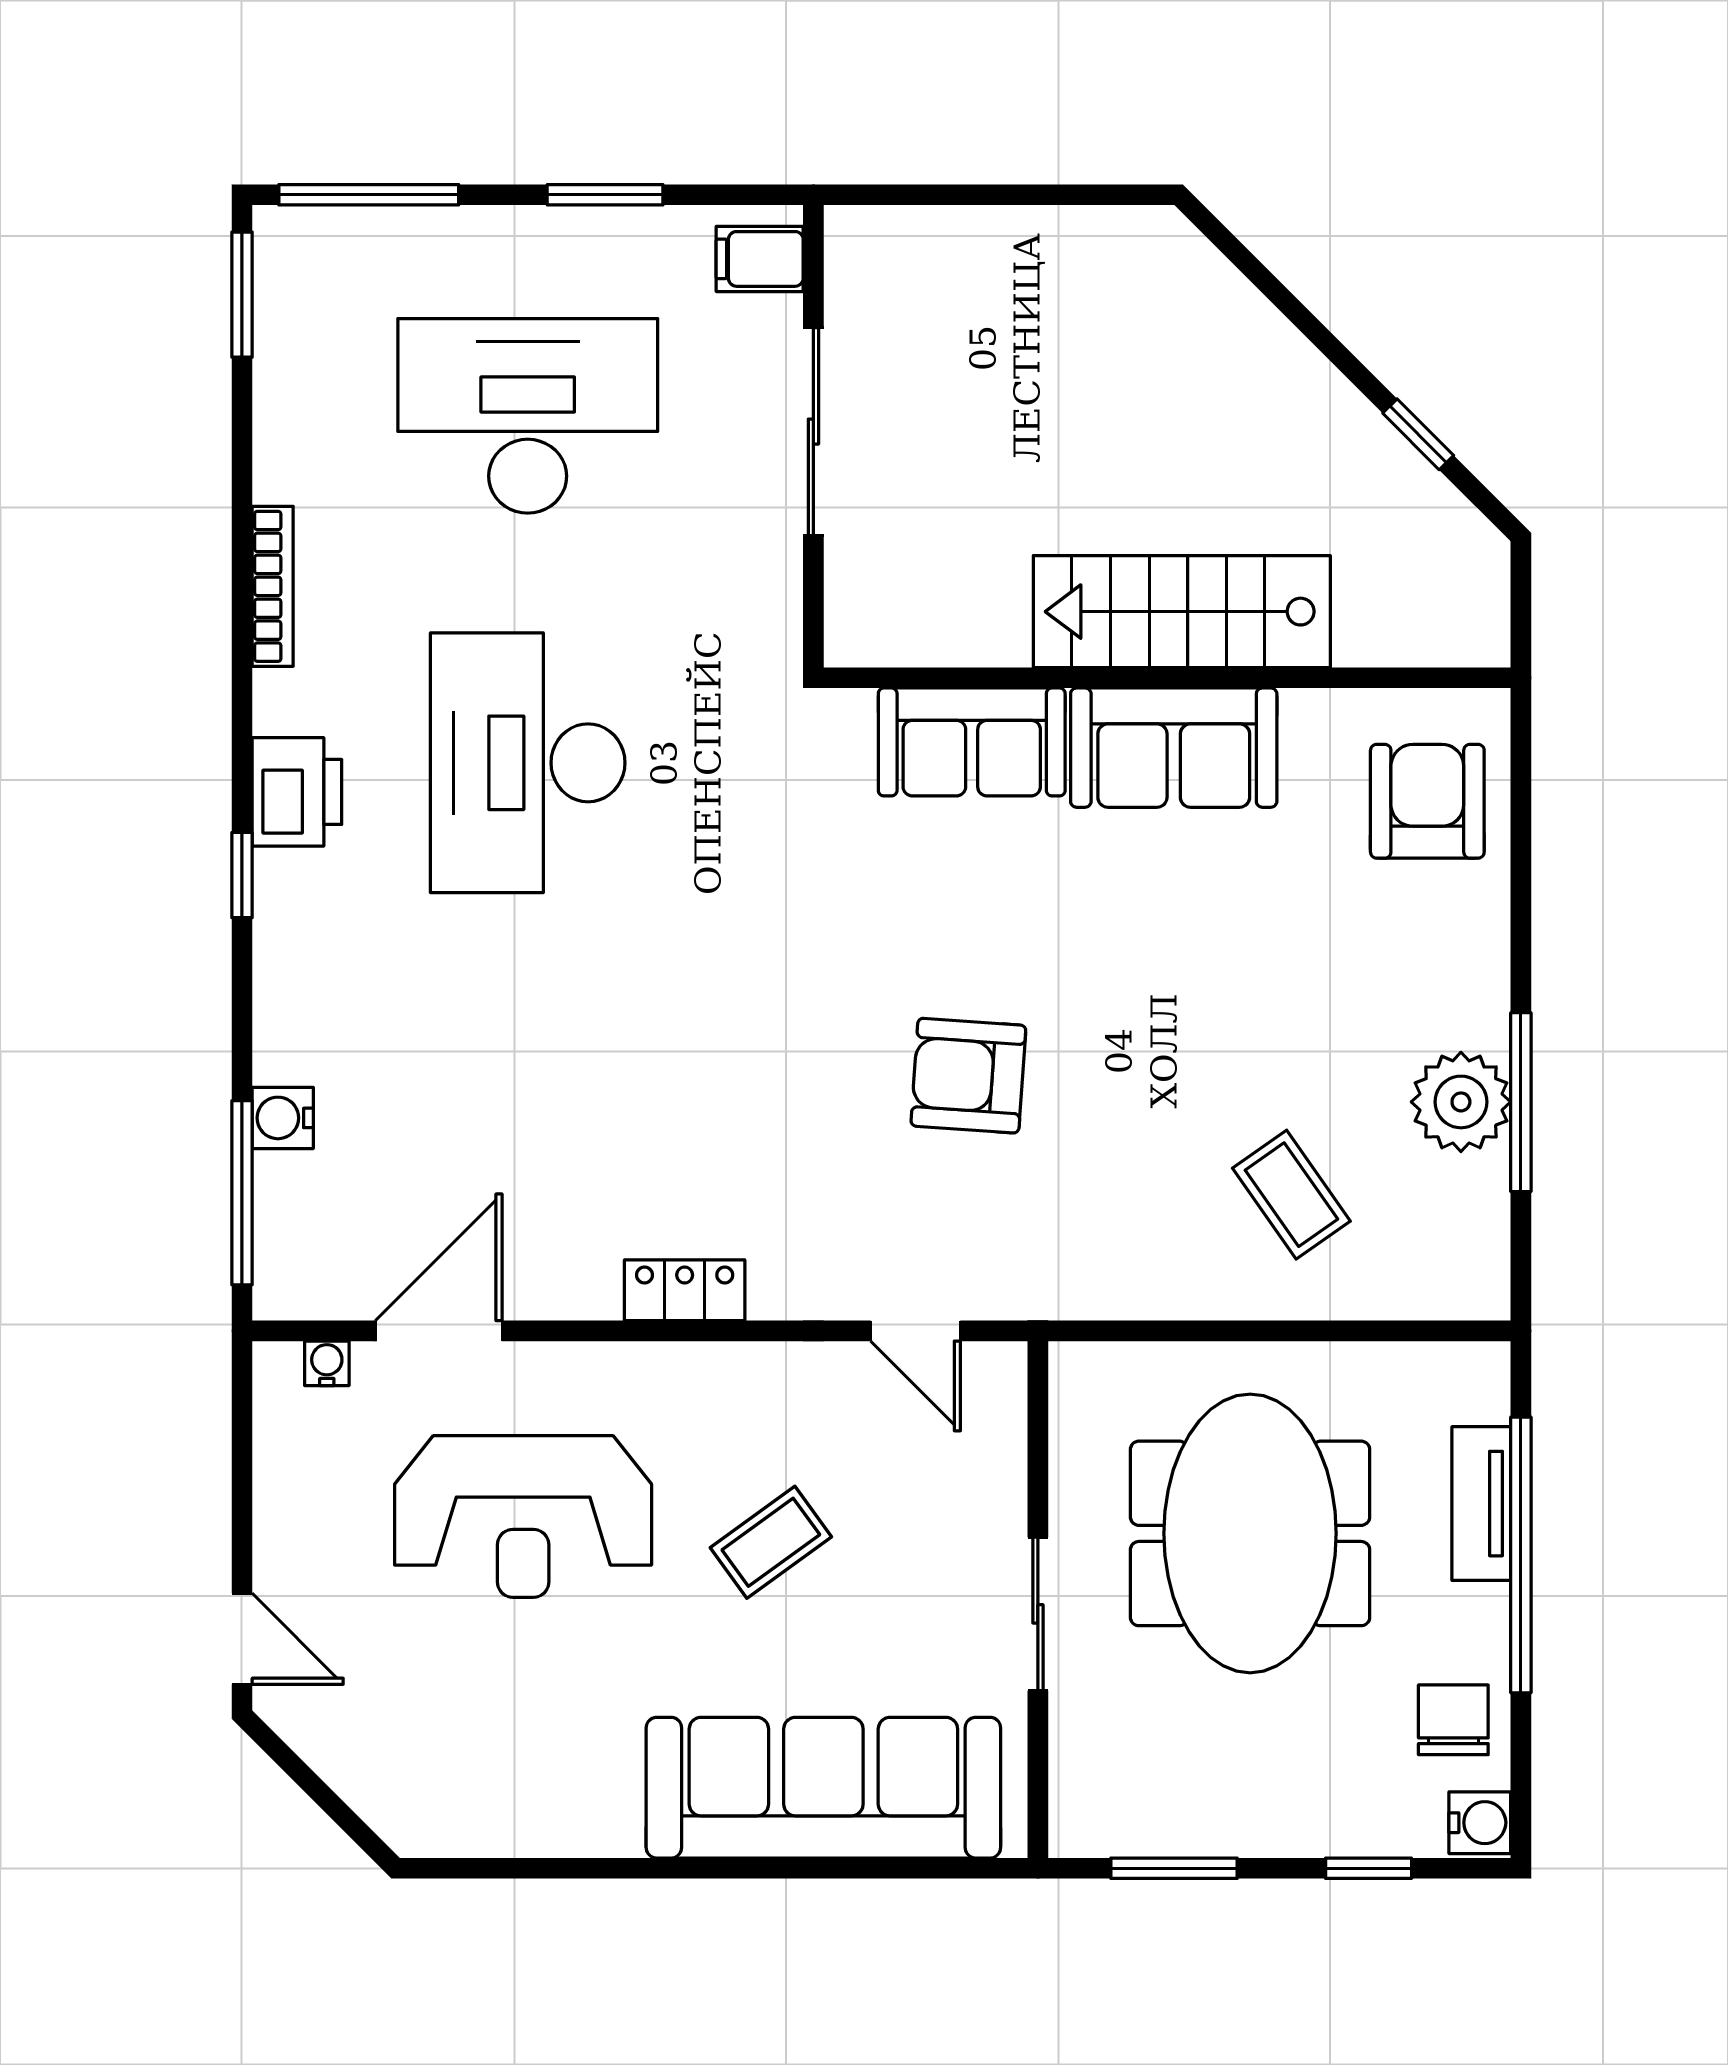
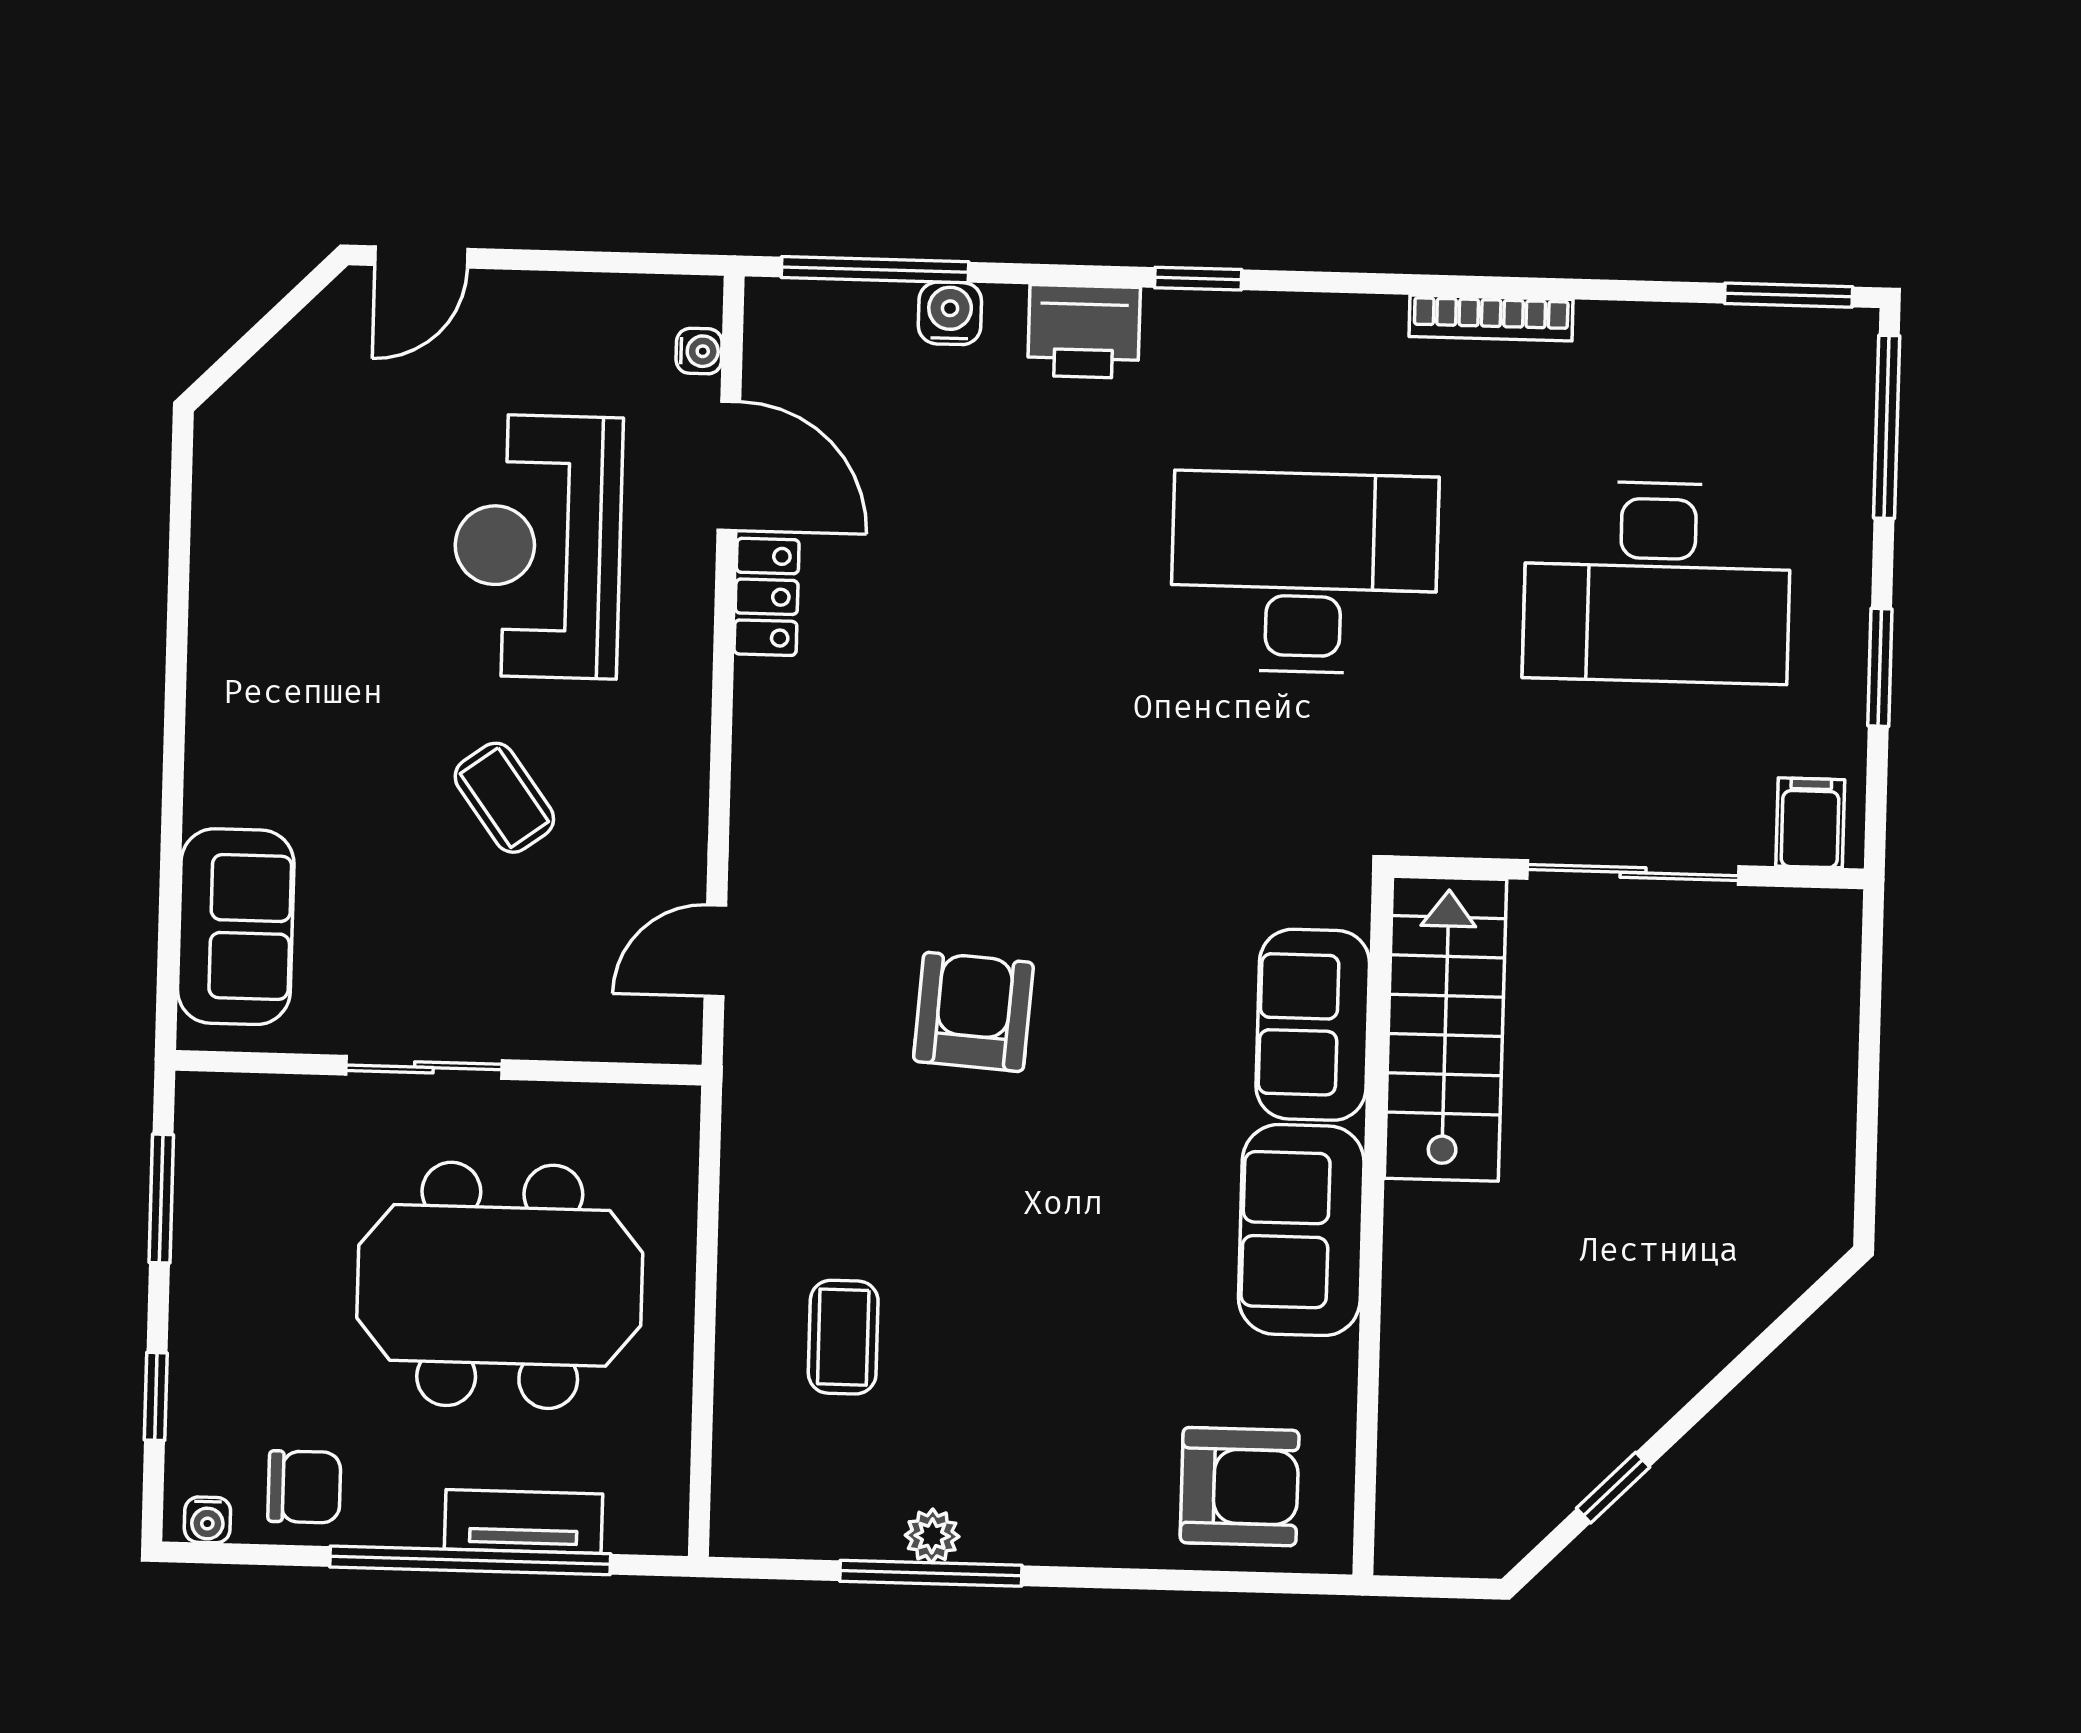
desk: (528, 416) -> (1657, 582), turned 90
stairs: (1182, 612) -> (1445, 1029), moved
printer: (297, 792) -> (1084, 331), moved
plant: (1461, 1102) -> (932, 1536), width x0.53, depth x0.53
coffee table: (1291, 1195) -> (843, 1337), turned -55
locker: (685, 1290) -> (767, 597), moved
sofa: (823, 1788) -> (236, 927), width x0.54, depth x0.79
water cooler: (1480, 1823) -> (207, 1520), width x0.72, depth x0.72

